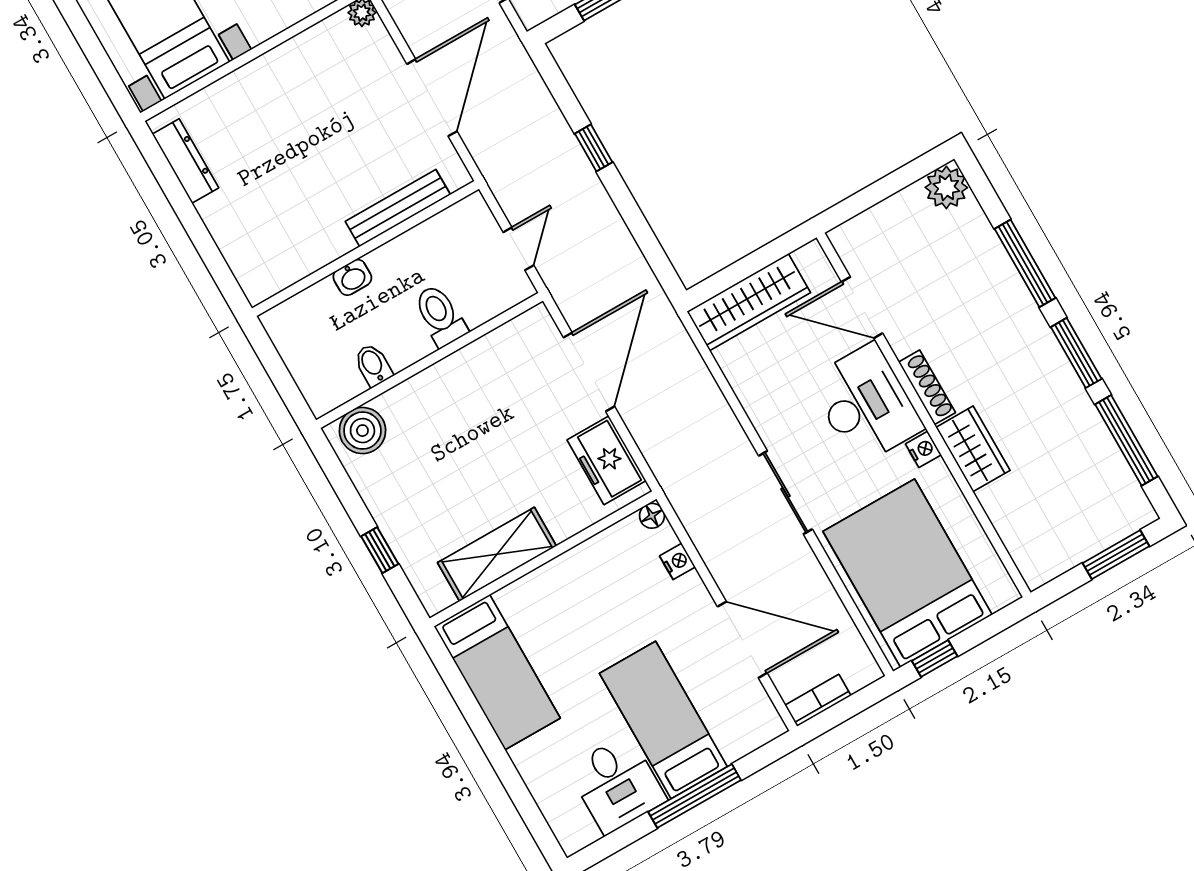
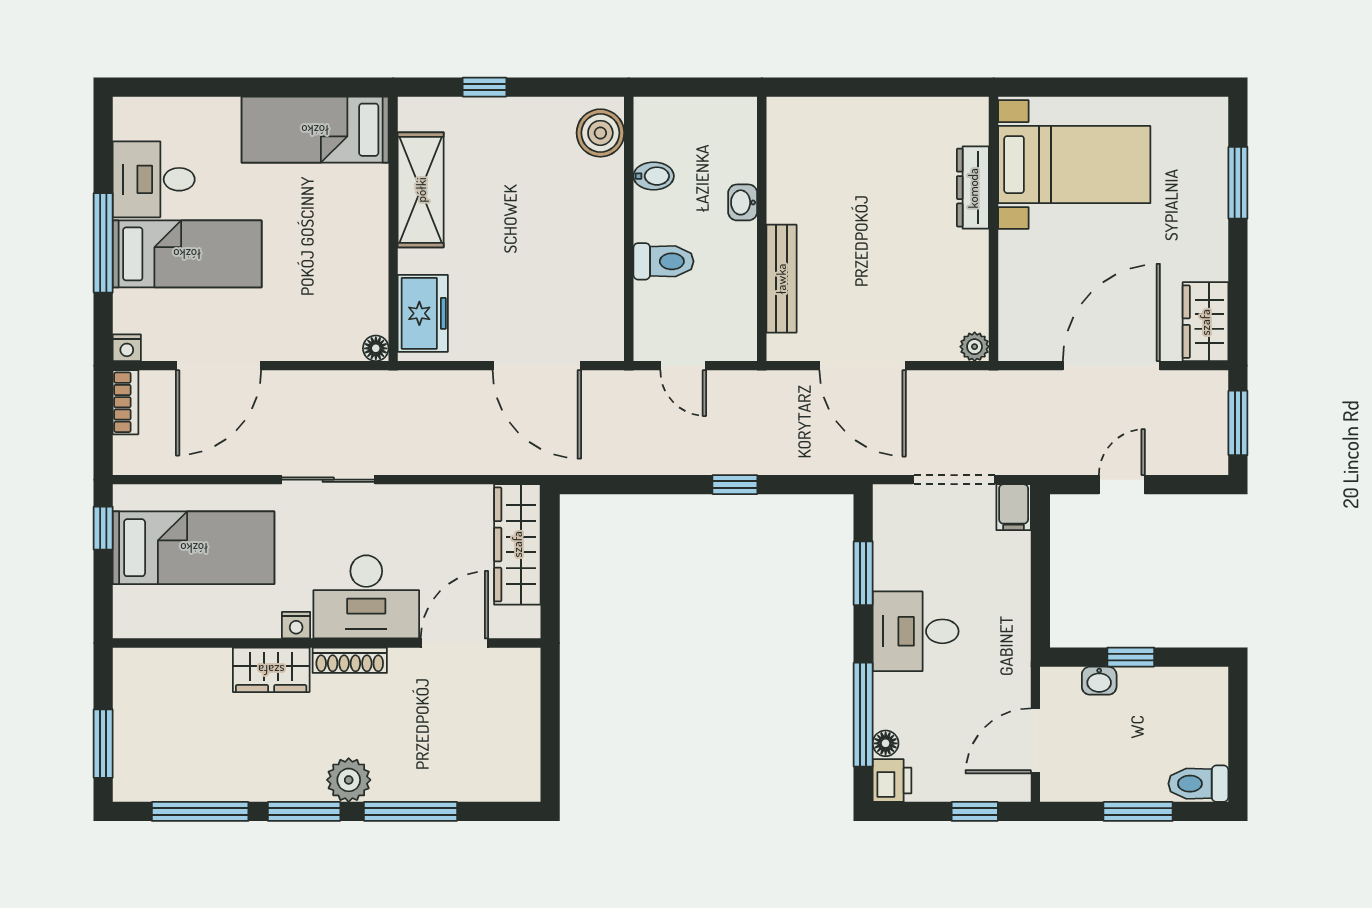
dresser: (185, 161) -> (973, 188), moved, turned 90
plant: (946, 187) -> (349, 780), moved
freezer: (606, 460) -> (423, 313), moved, turned 90
nightstand: (678, 561) -> (127, 348), moved
bed: (908, 573) -> (194, 548), width x0.67

